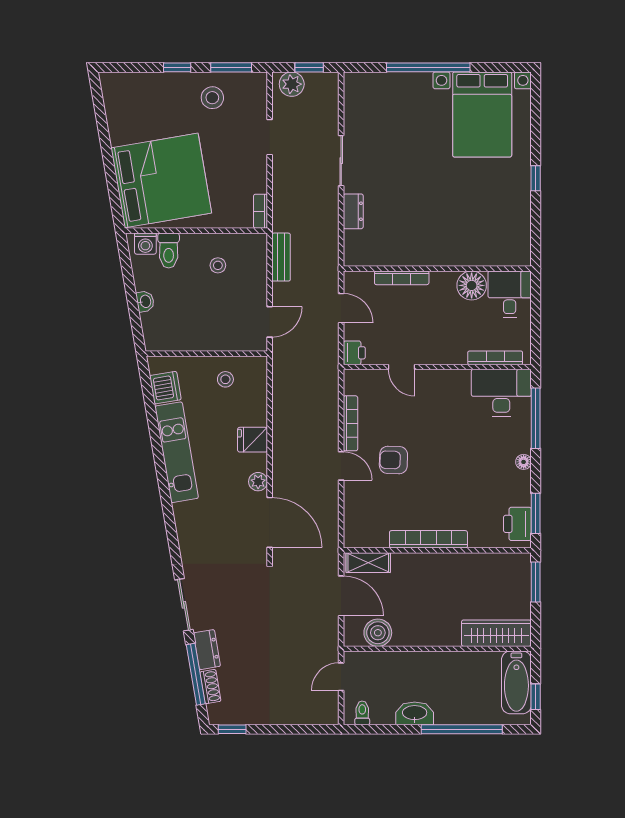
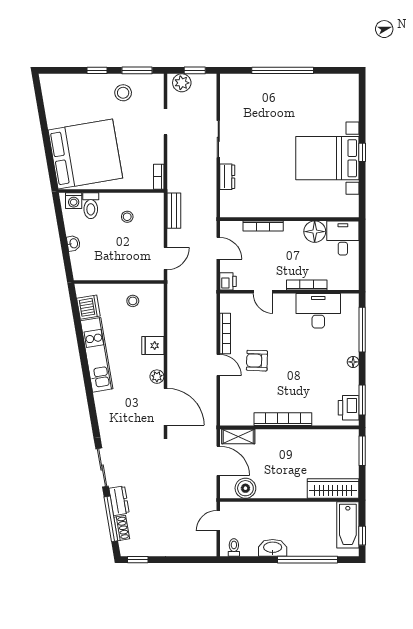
bed with nightstands: (482, 114) -> (327, 158), moved, turned 90
bookcase: (495, 358) -> (307, 285), moved
desk: (501, 393) -> (318, 311), moved

